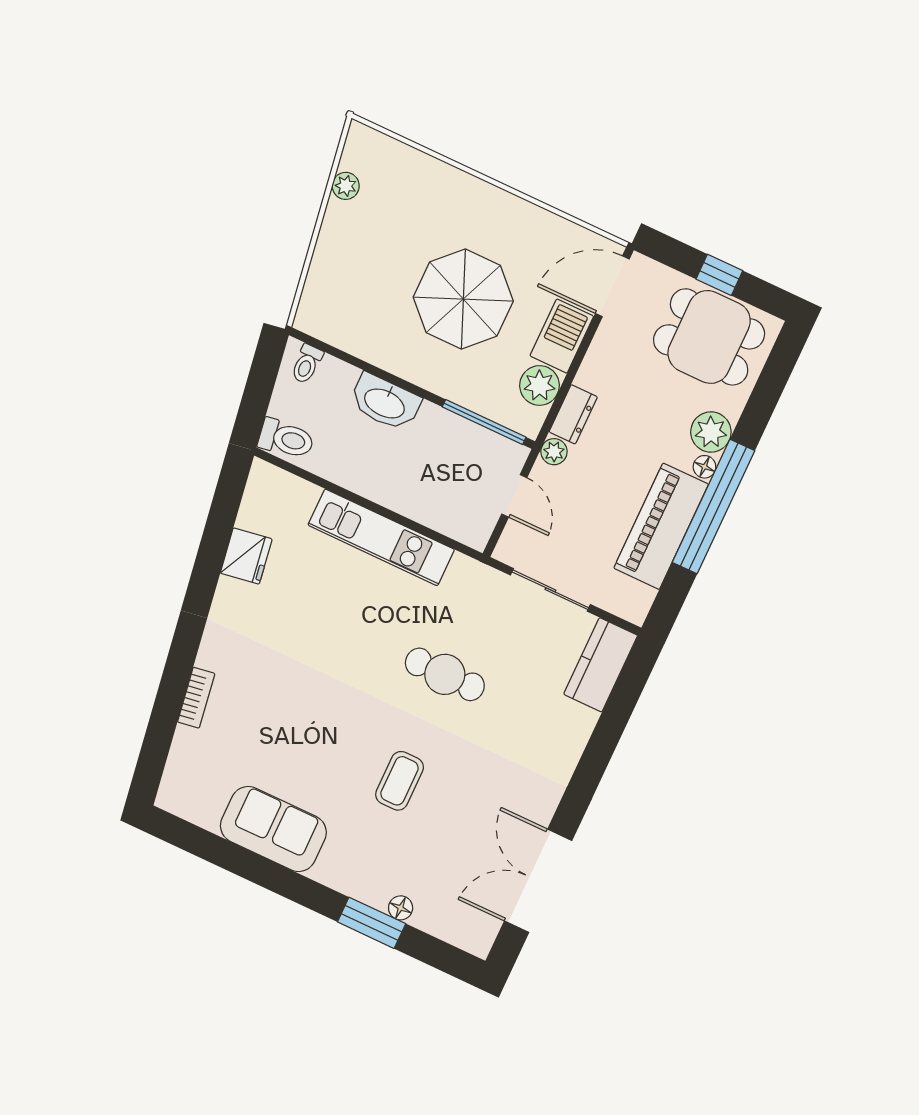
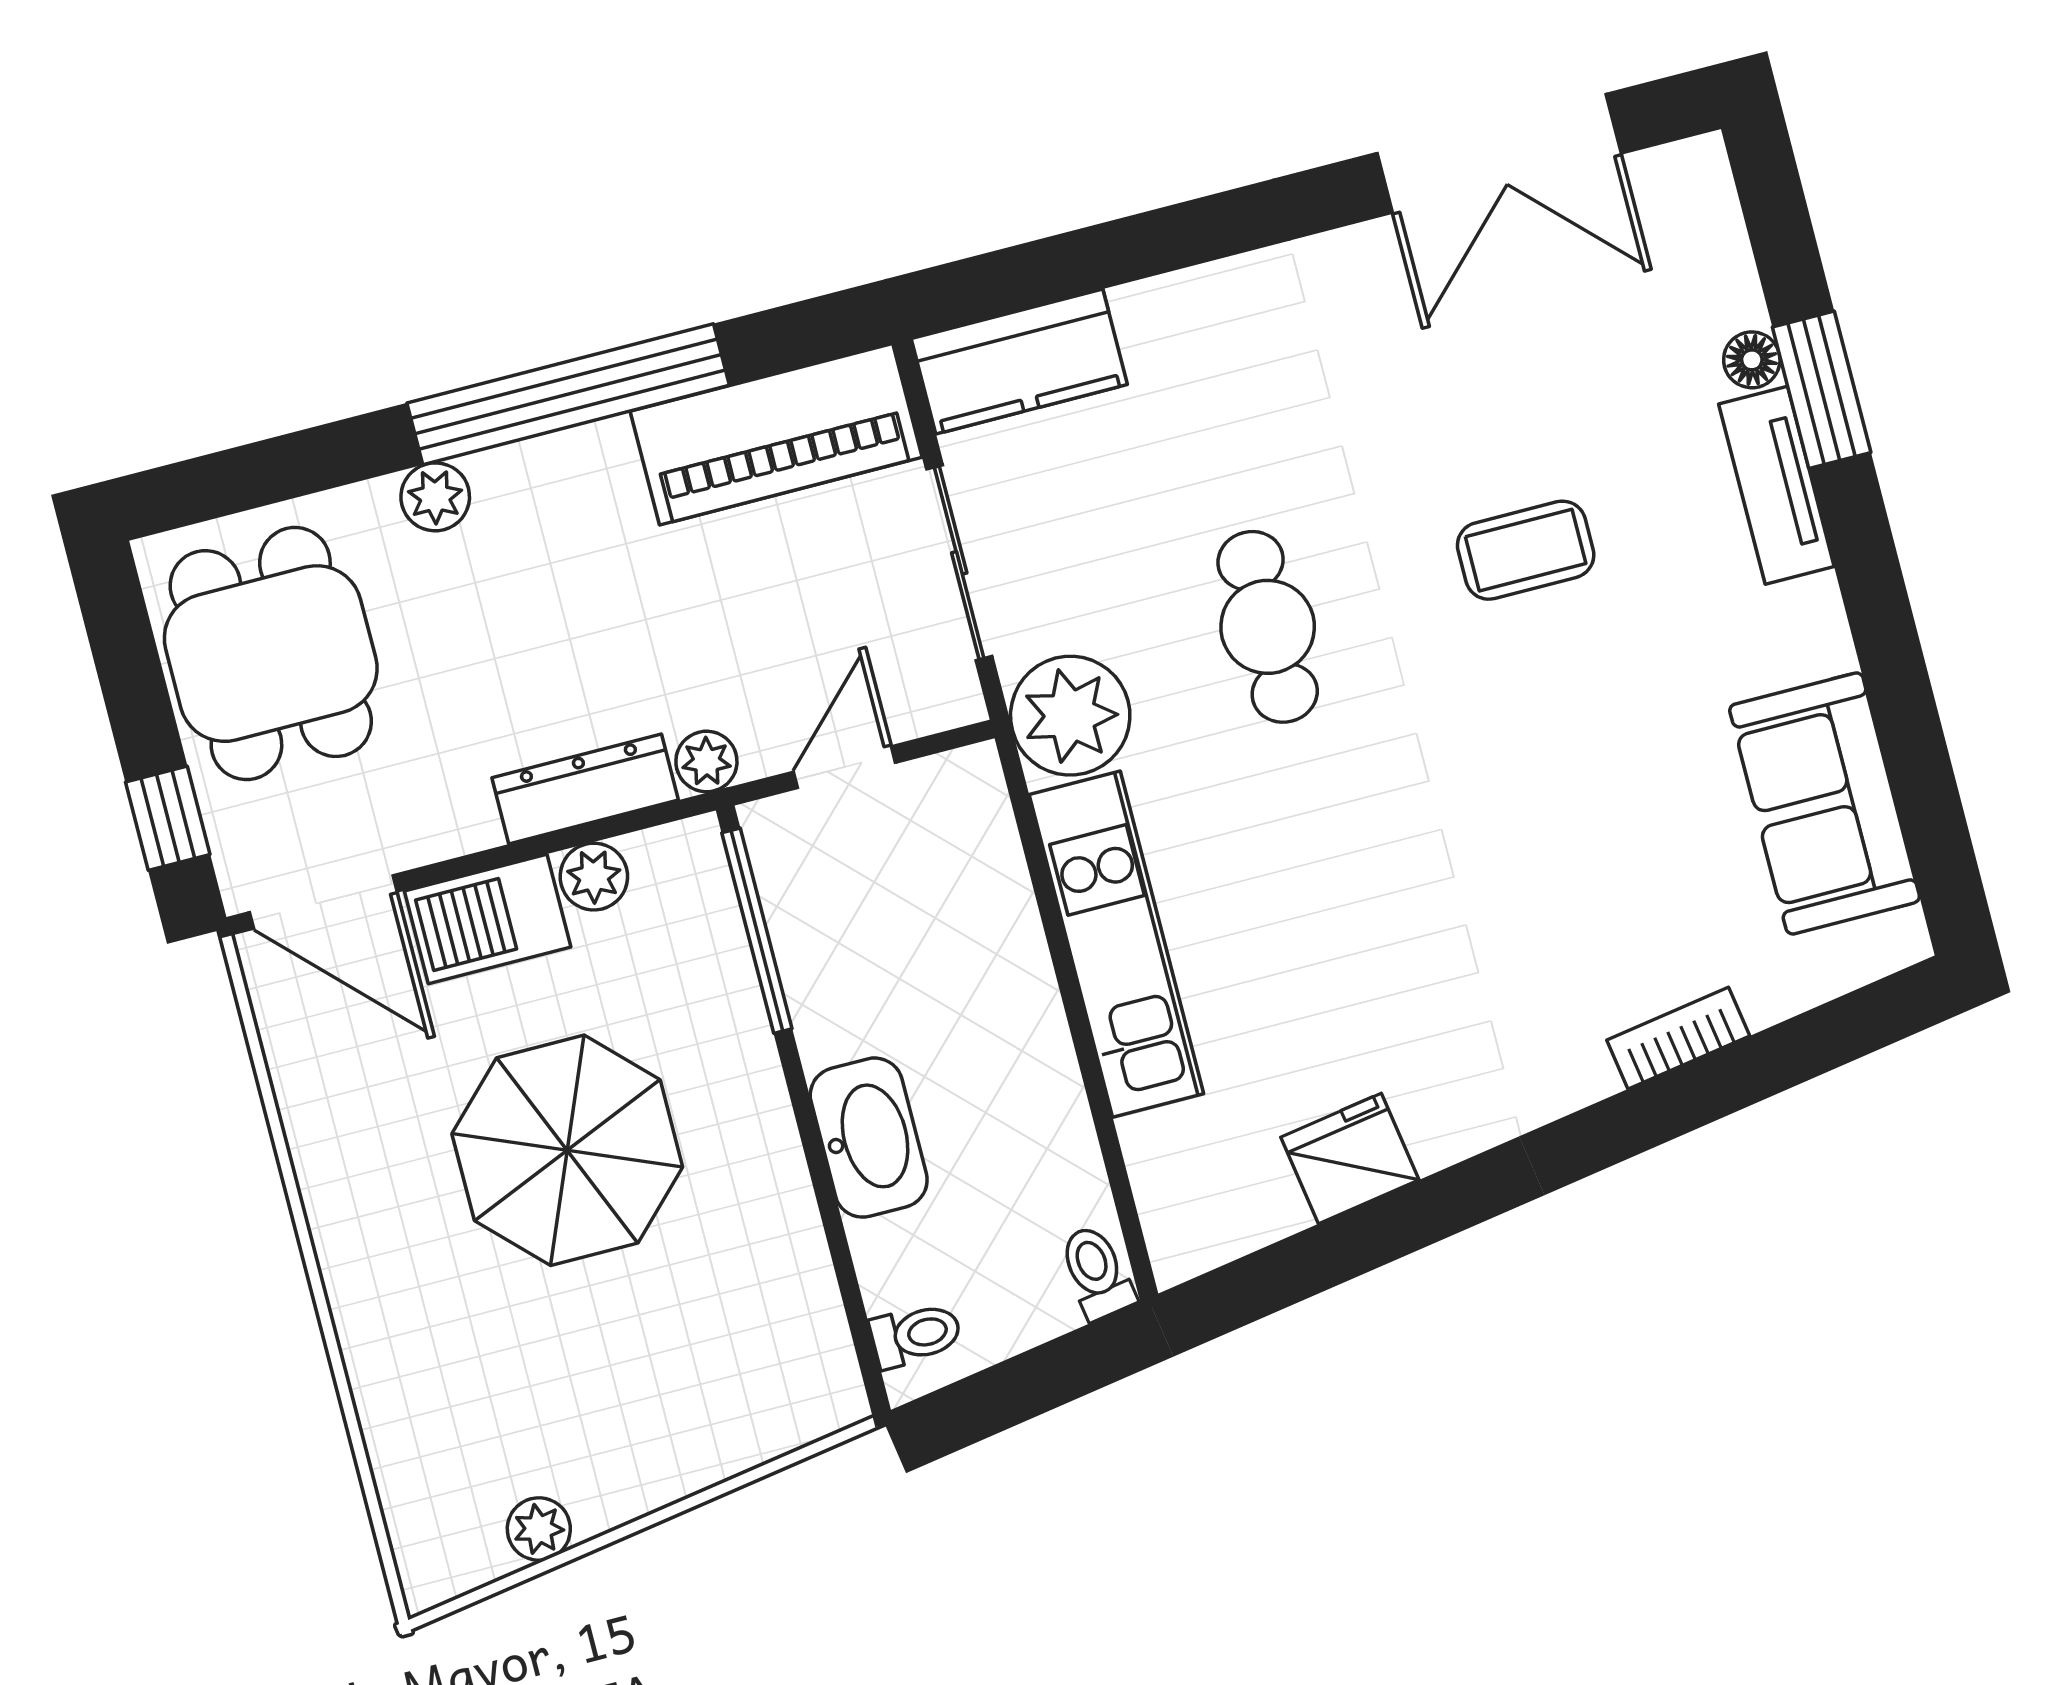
window: (719, 275) -> (168, 818), moved
plant: (540, 385) -> (594, 877), width x0.73, depth x0.73
dresser: (573, 414) -> (585, 789), width x1.44
plant: (711, 432) -> (435, 497), width x0.73, depth x0.73
toilet: (286, 439) -> (1097, 1272), width x0.73, depth x0.72
floor lamp: (704, 467) -> (510, 469), removed
piano: (661, 526) -> (776, 434), moved
plant: (469, 585) -> (1070, 716), added
sofa: (273, 829) -> (1825, 803), moved
tv unit: (352, 882) -> (1776, 485), added

